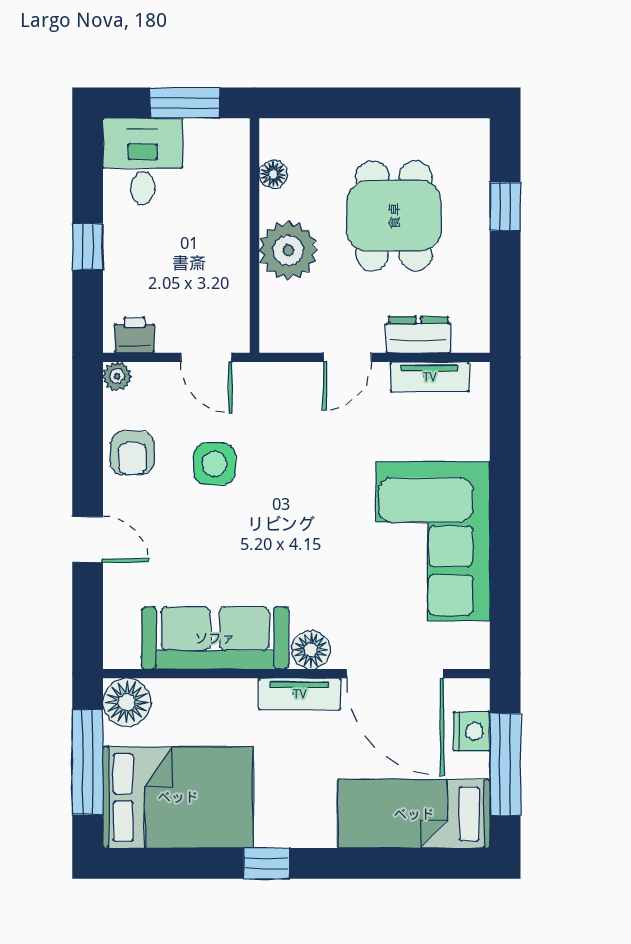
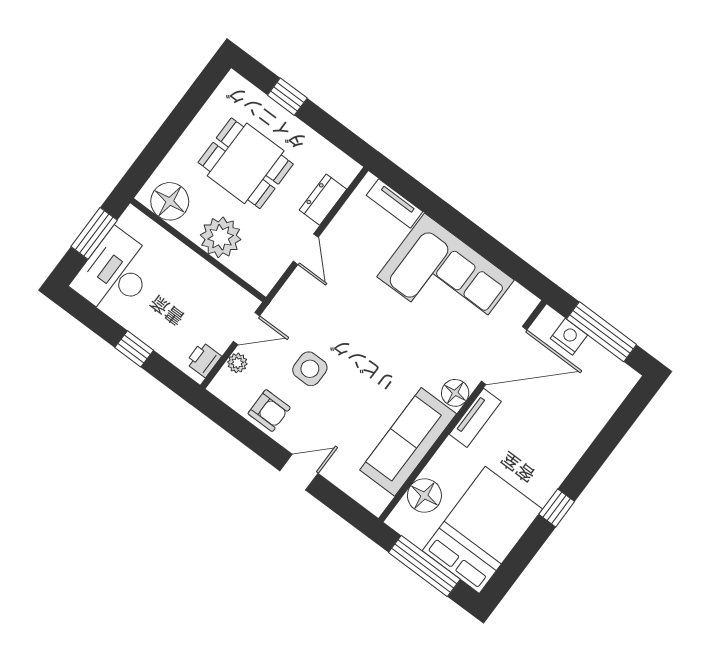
desk: (143, 161) -> (115, 273), width x1.37
floor lamp: (273, 174) -> (170, 201), width x1.89, depth x1.89
plant: (117, 376) -> (237, 363), moved
tv unit: (430, 377) -> (395, 203), moved, turned 90
floor lamp: (127, 702) -> (424, 496), moved
bed: (414, 814) -> (591, 404), removed

